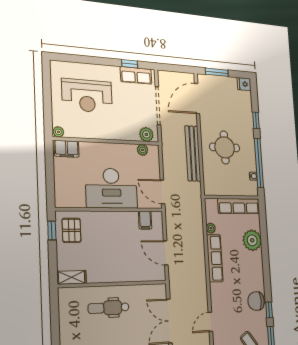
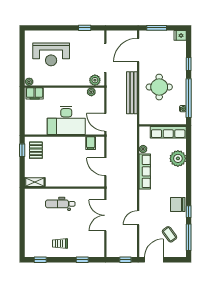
row of seats: (136, 75) -> (89, 36), removed

